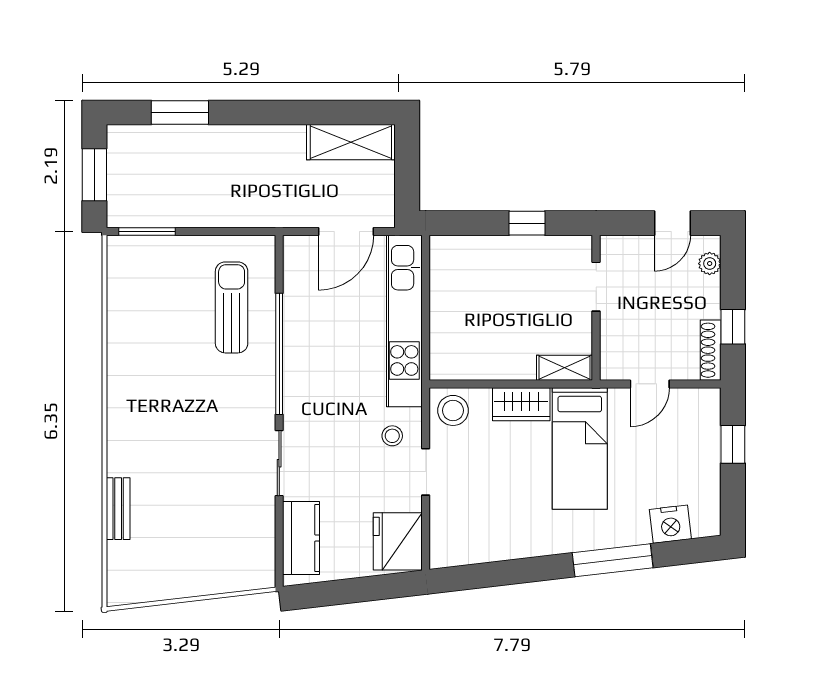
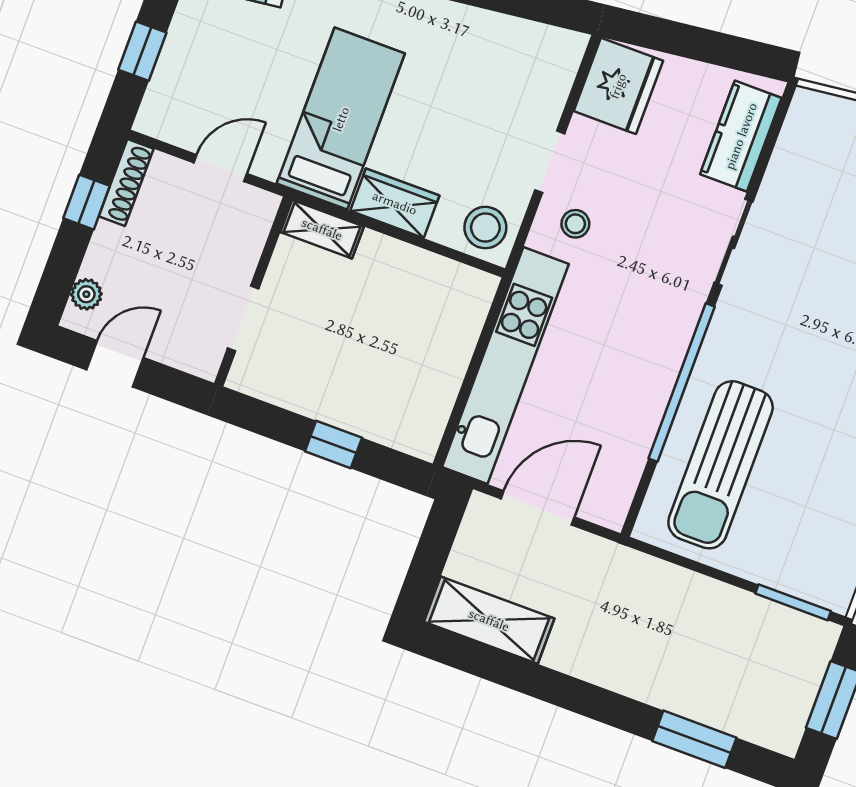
window: (527, 223) -> (333, 445), moved
sun lounger: (232, 307) -> (721, 465), width x1.36, depth x1.34

